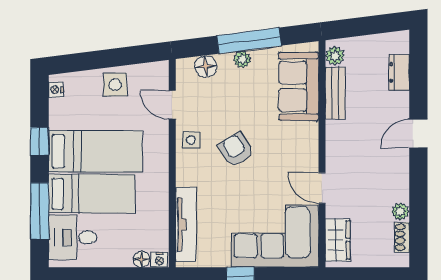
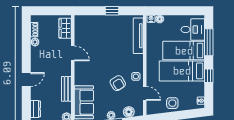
bench: (335, 93) -> (66, 89), moved
armchair: (236, 150) -> (118, 83), moved
corner sofa: (275, 236) -> (95, 30), removed

